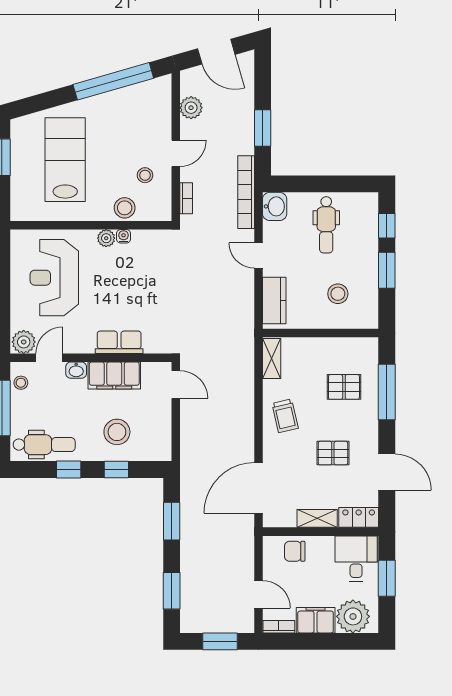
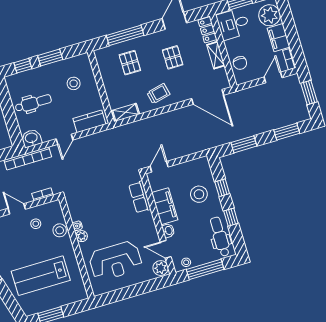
row of seats: (119, 342) -> (140, 197), moved

